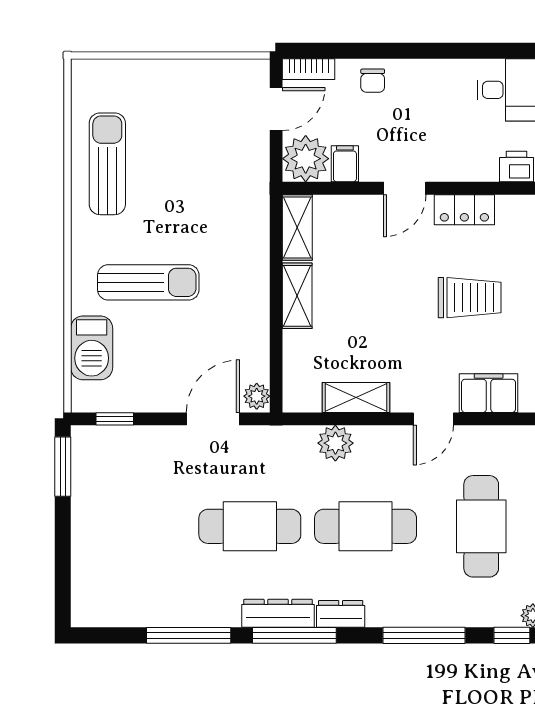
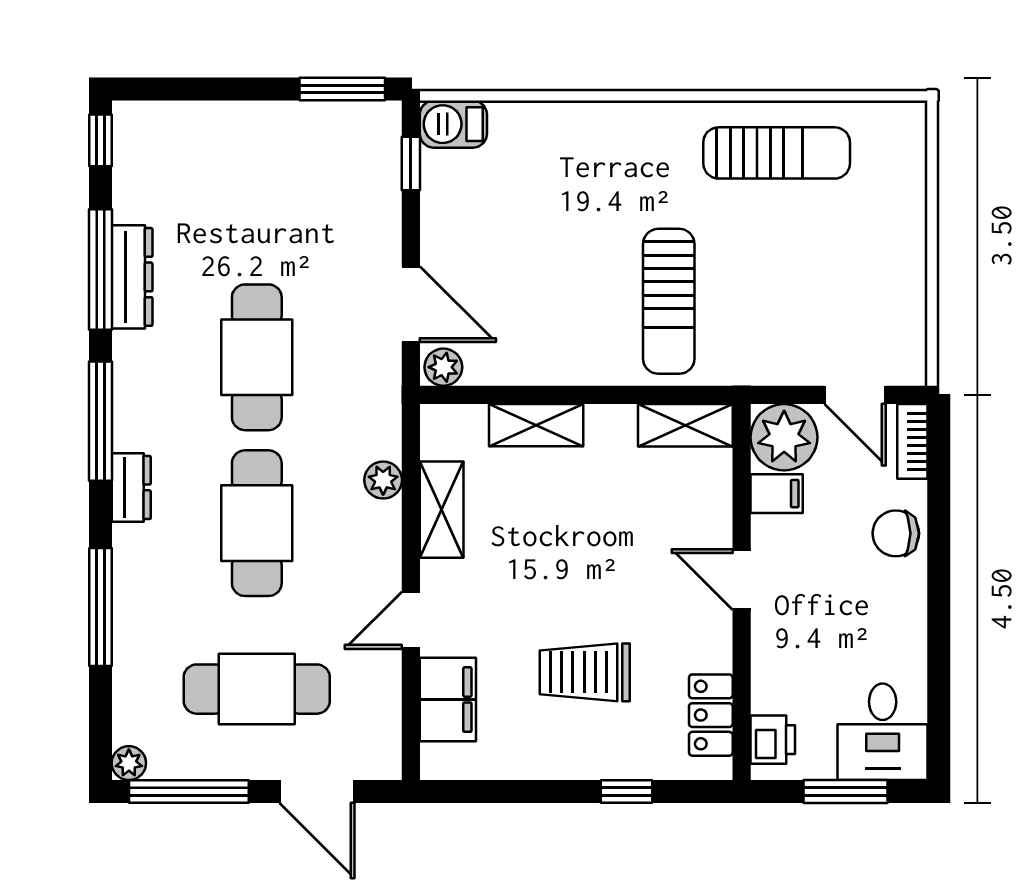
chair: (373, 81) -> (896, 533), width x1.37, depth x1.37
locker: (464, 210) -> (711, 715), moved
sun lounger: (148, 282) -> (669, 301), moved
shelving: (297, 296) -> (536, 425), moved
trolley: (470, 298) -> (585, 672), turned 90
barbecue: (92, 348) -> (453, 124), moved, width x0.73, depth x0.79
door: (433, 419) -> (411, 620), hinge flipped
plant: (335, 443) -> (383, 480), width x0.73, depth x0.73
dresser: (278, 613) -> (132, 277), moved
window: (512, 635) -> (100, 140), moved

